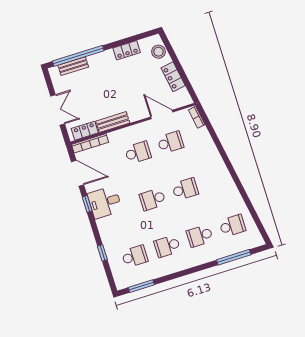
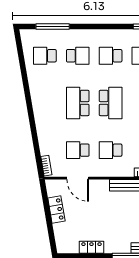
stool: (158, 52) -> (63, 237), removed
school desk: (185, 189) -> (78, 103), width x1.85
school desk: (153, 199) -> (111, 103), width x1.85
school desk: (167, 246) -> (111, 56), turned 180

